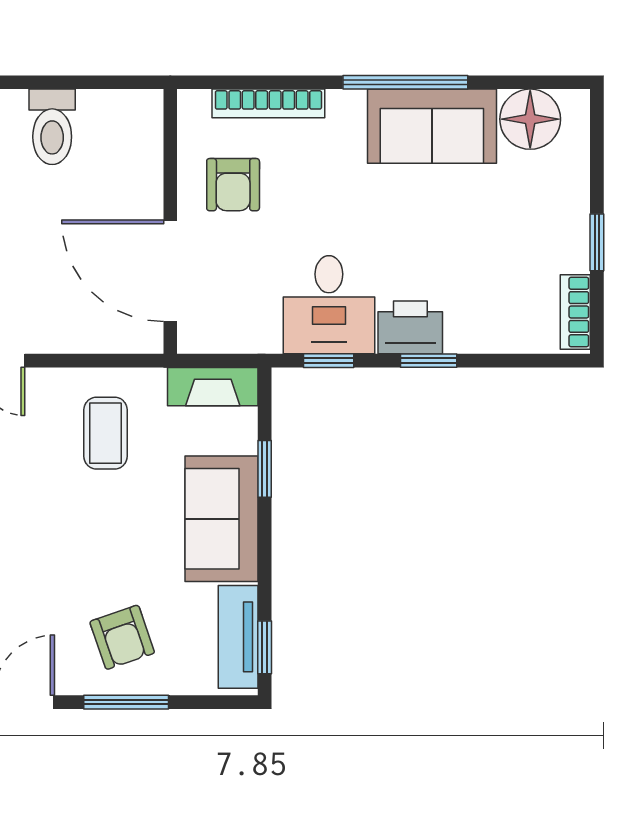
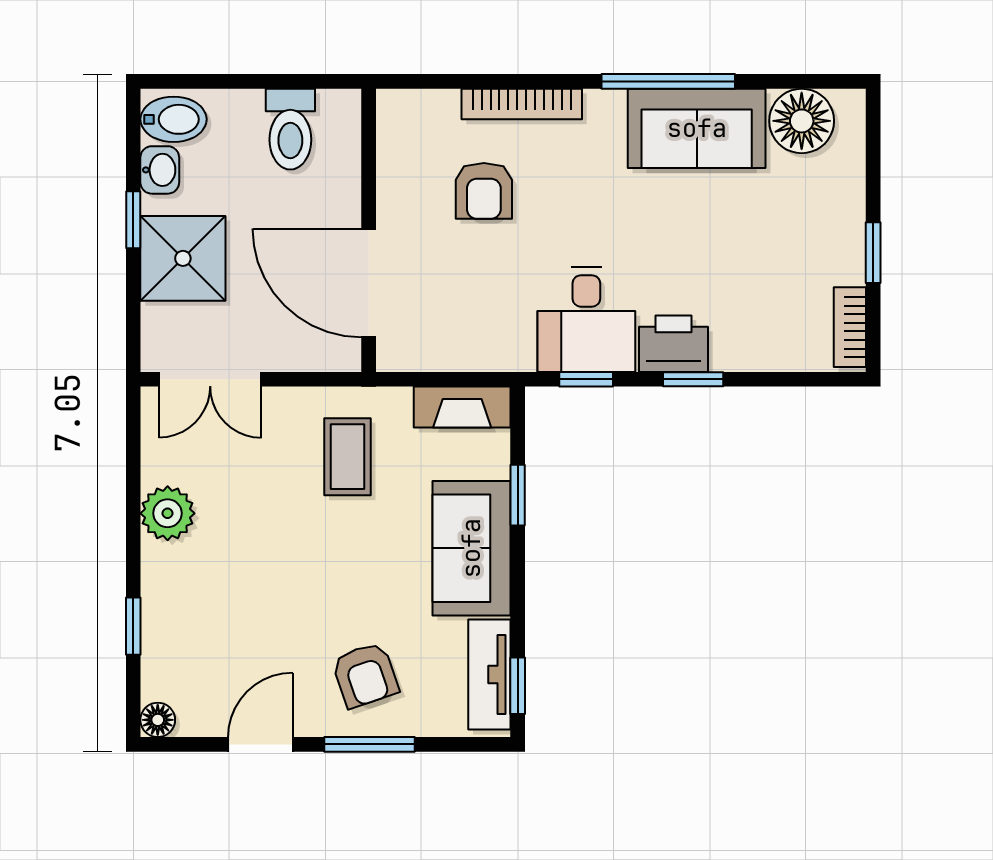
wall: (170, 221) -> (369, 230), moved
door: (170, 271) -> (369, 283), moved

